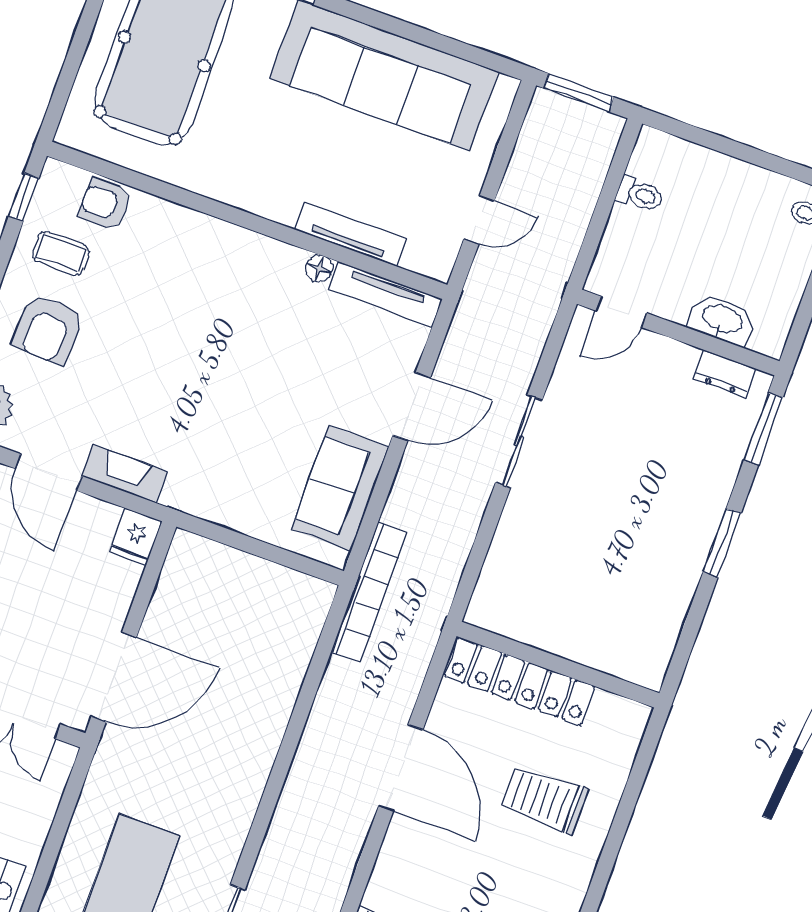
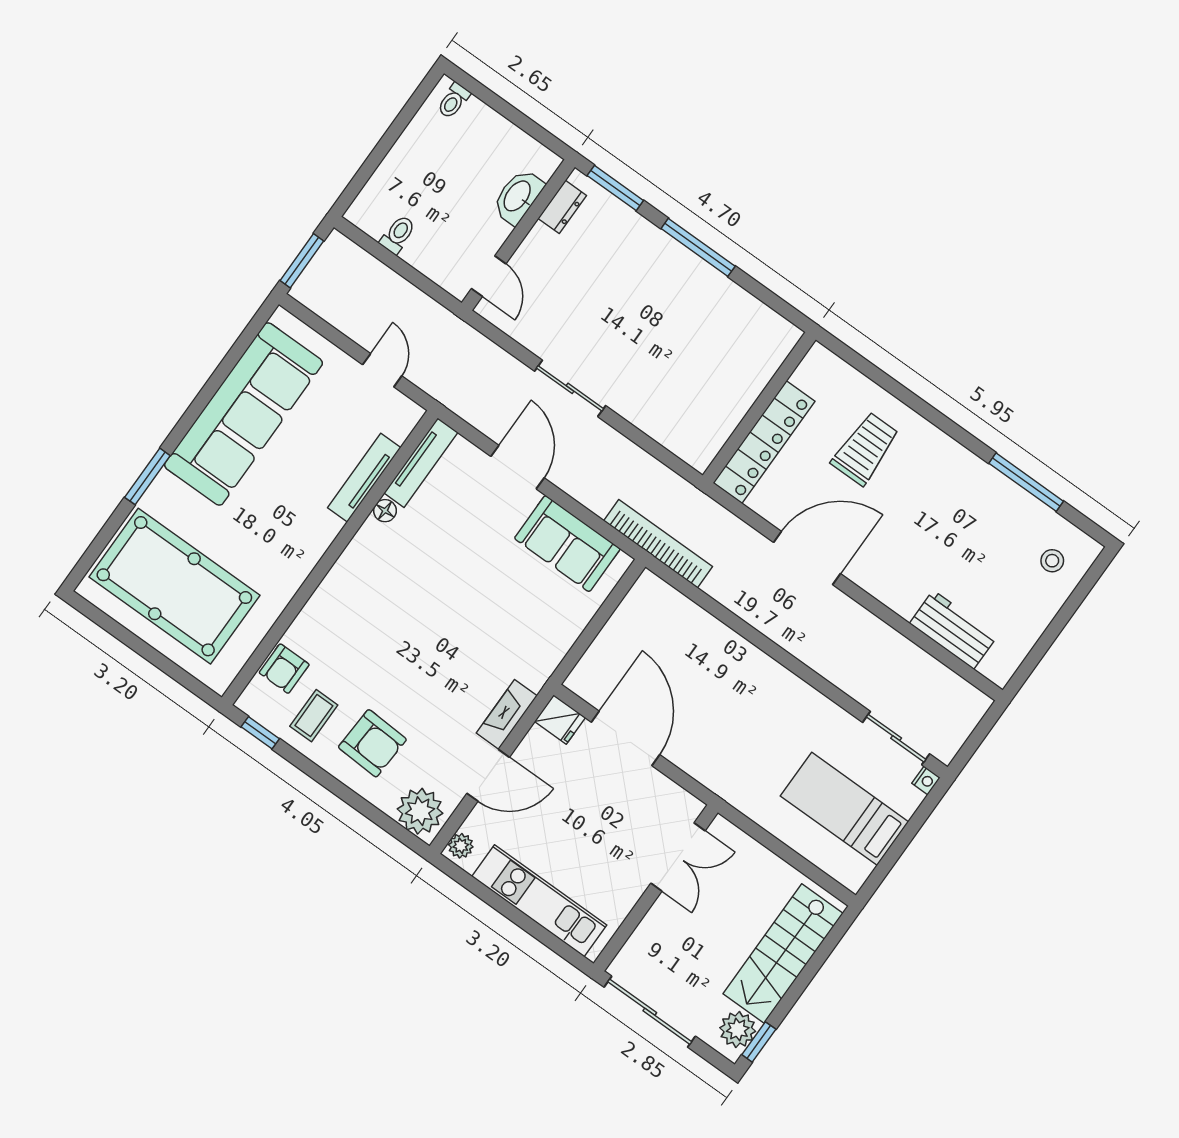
window: (722, 543) -> (698, 247), width x1.44
door: (114, 677) -> (626, 738), moved
trolley: (545, 799) -> (865, 449), turned 180

